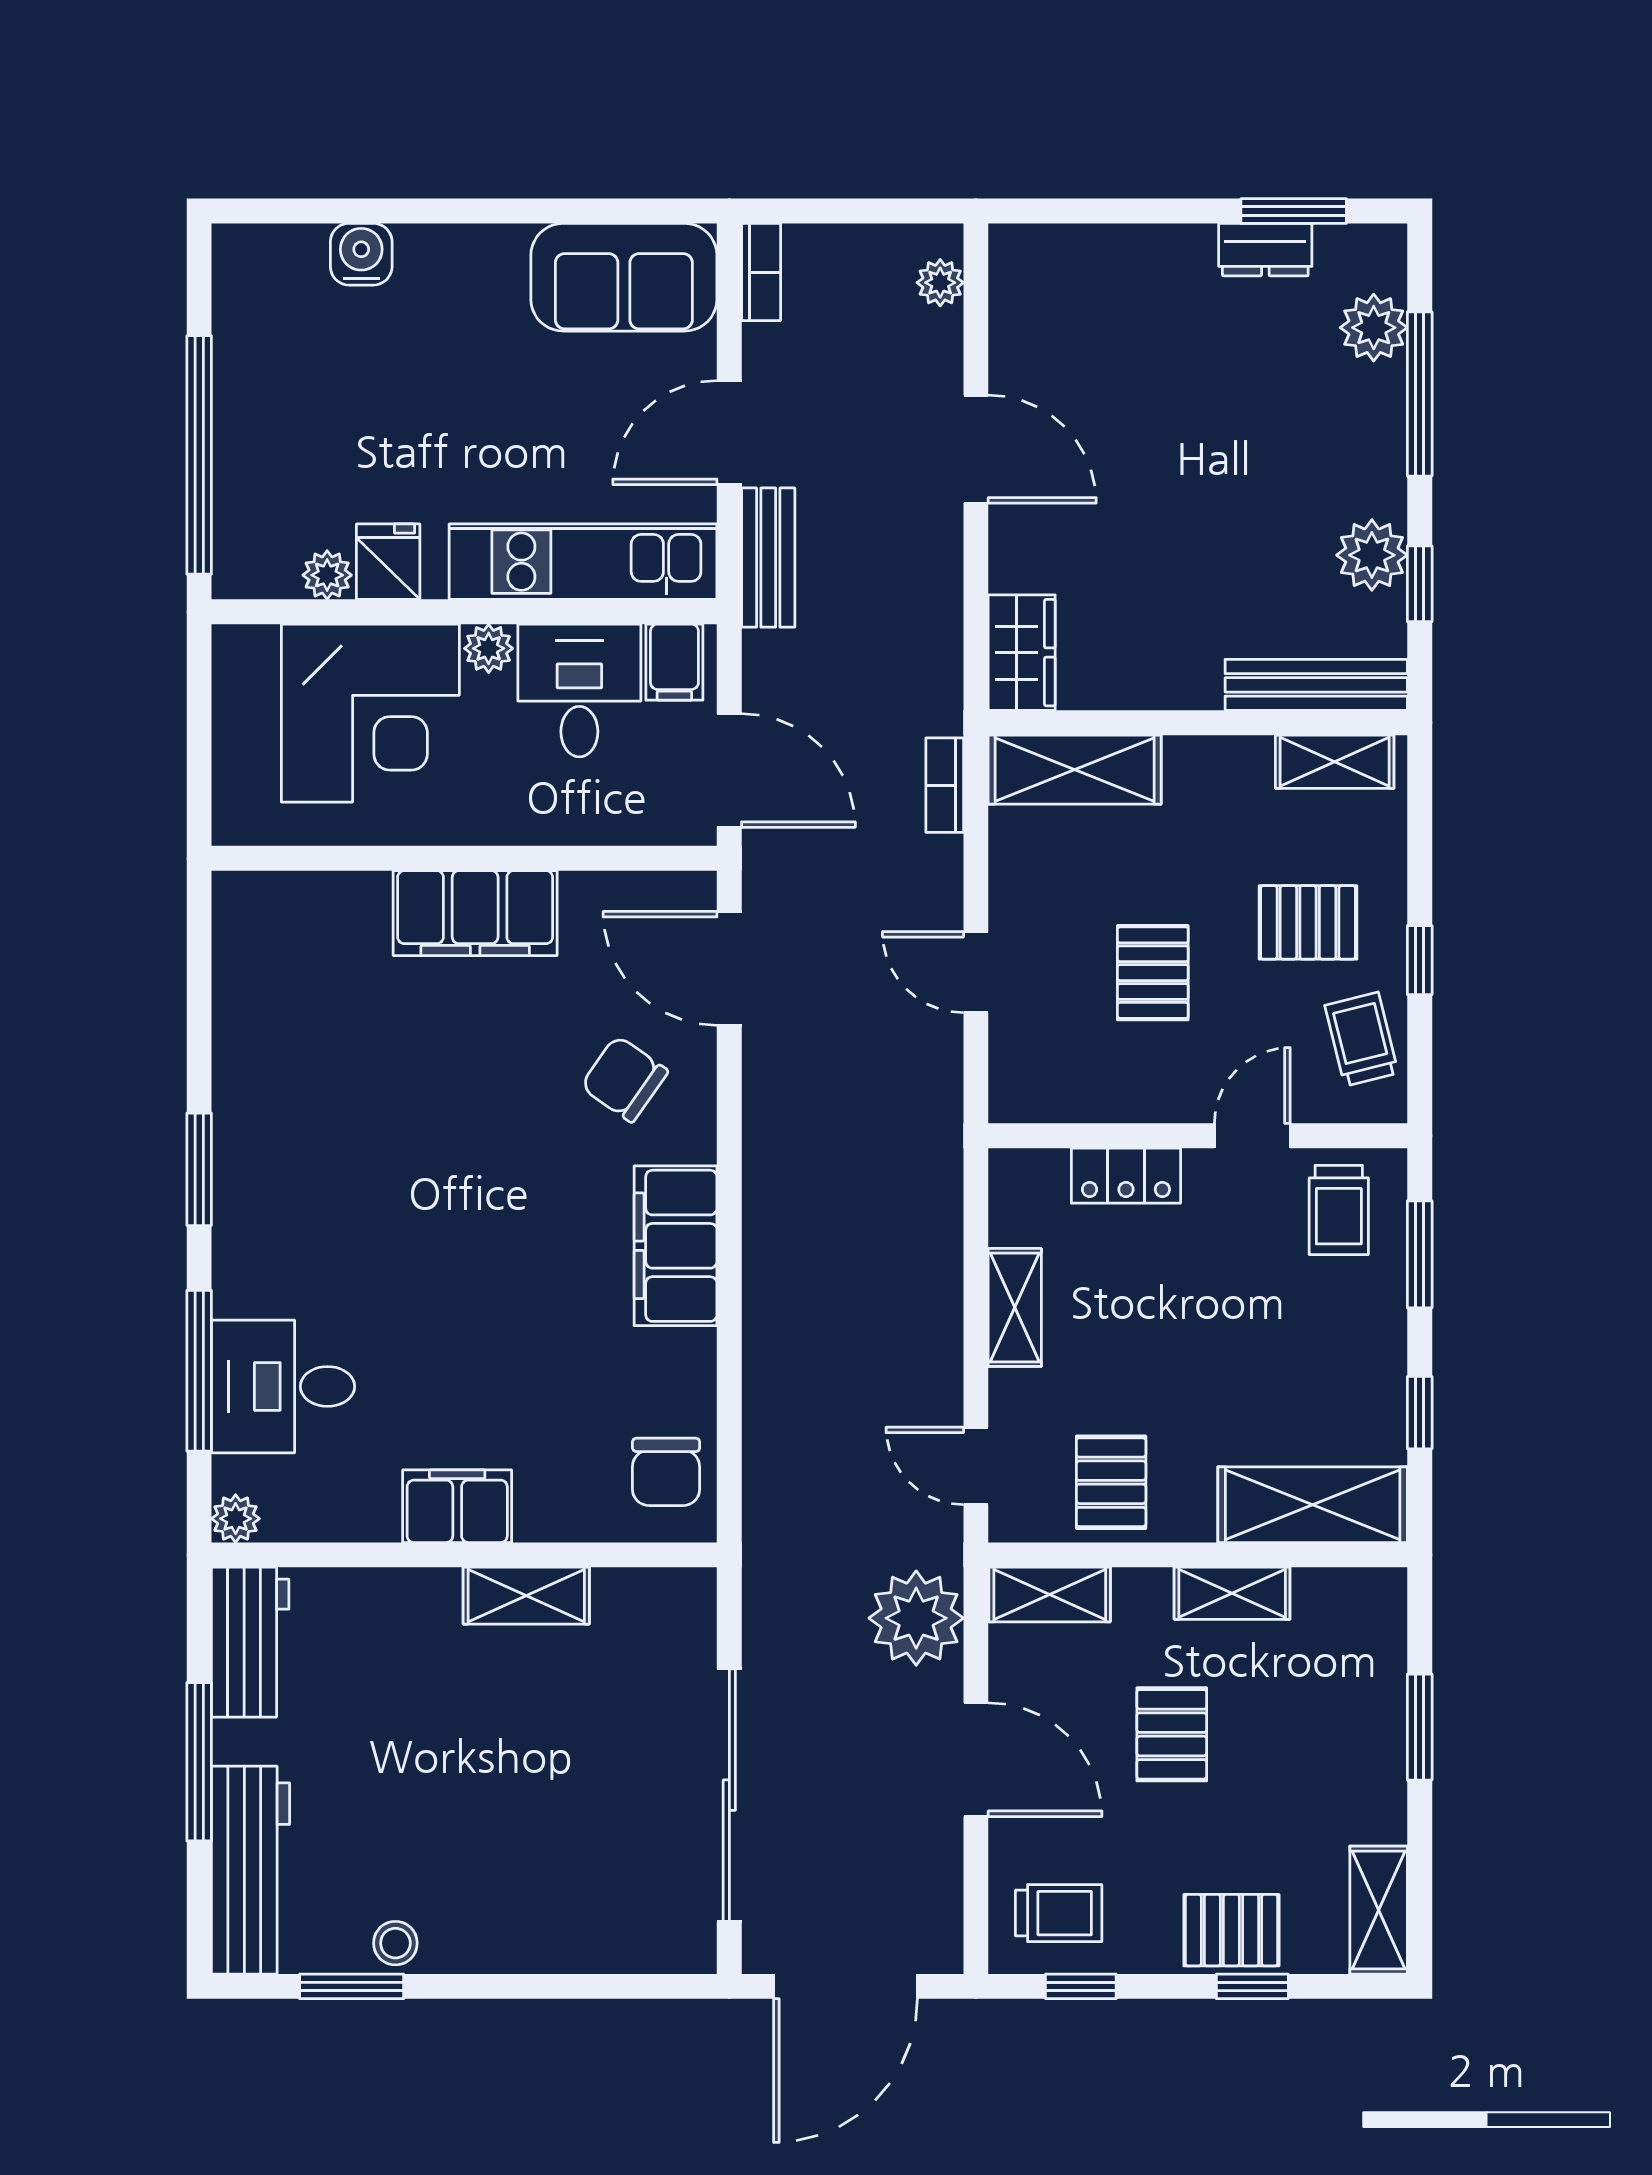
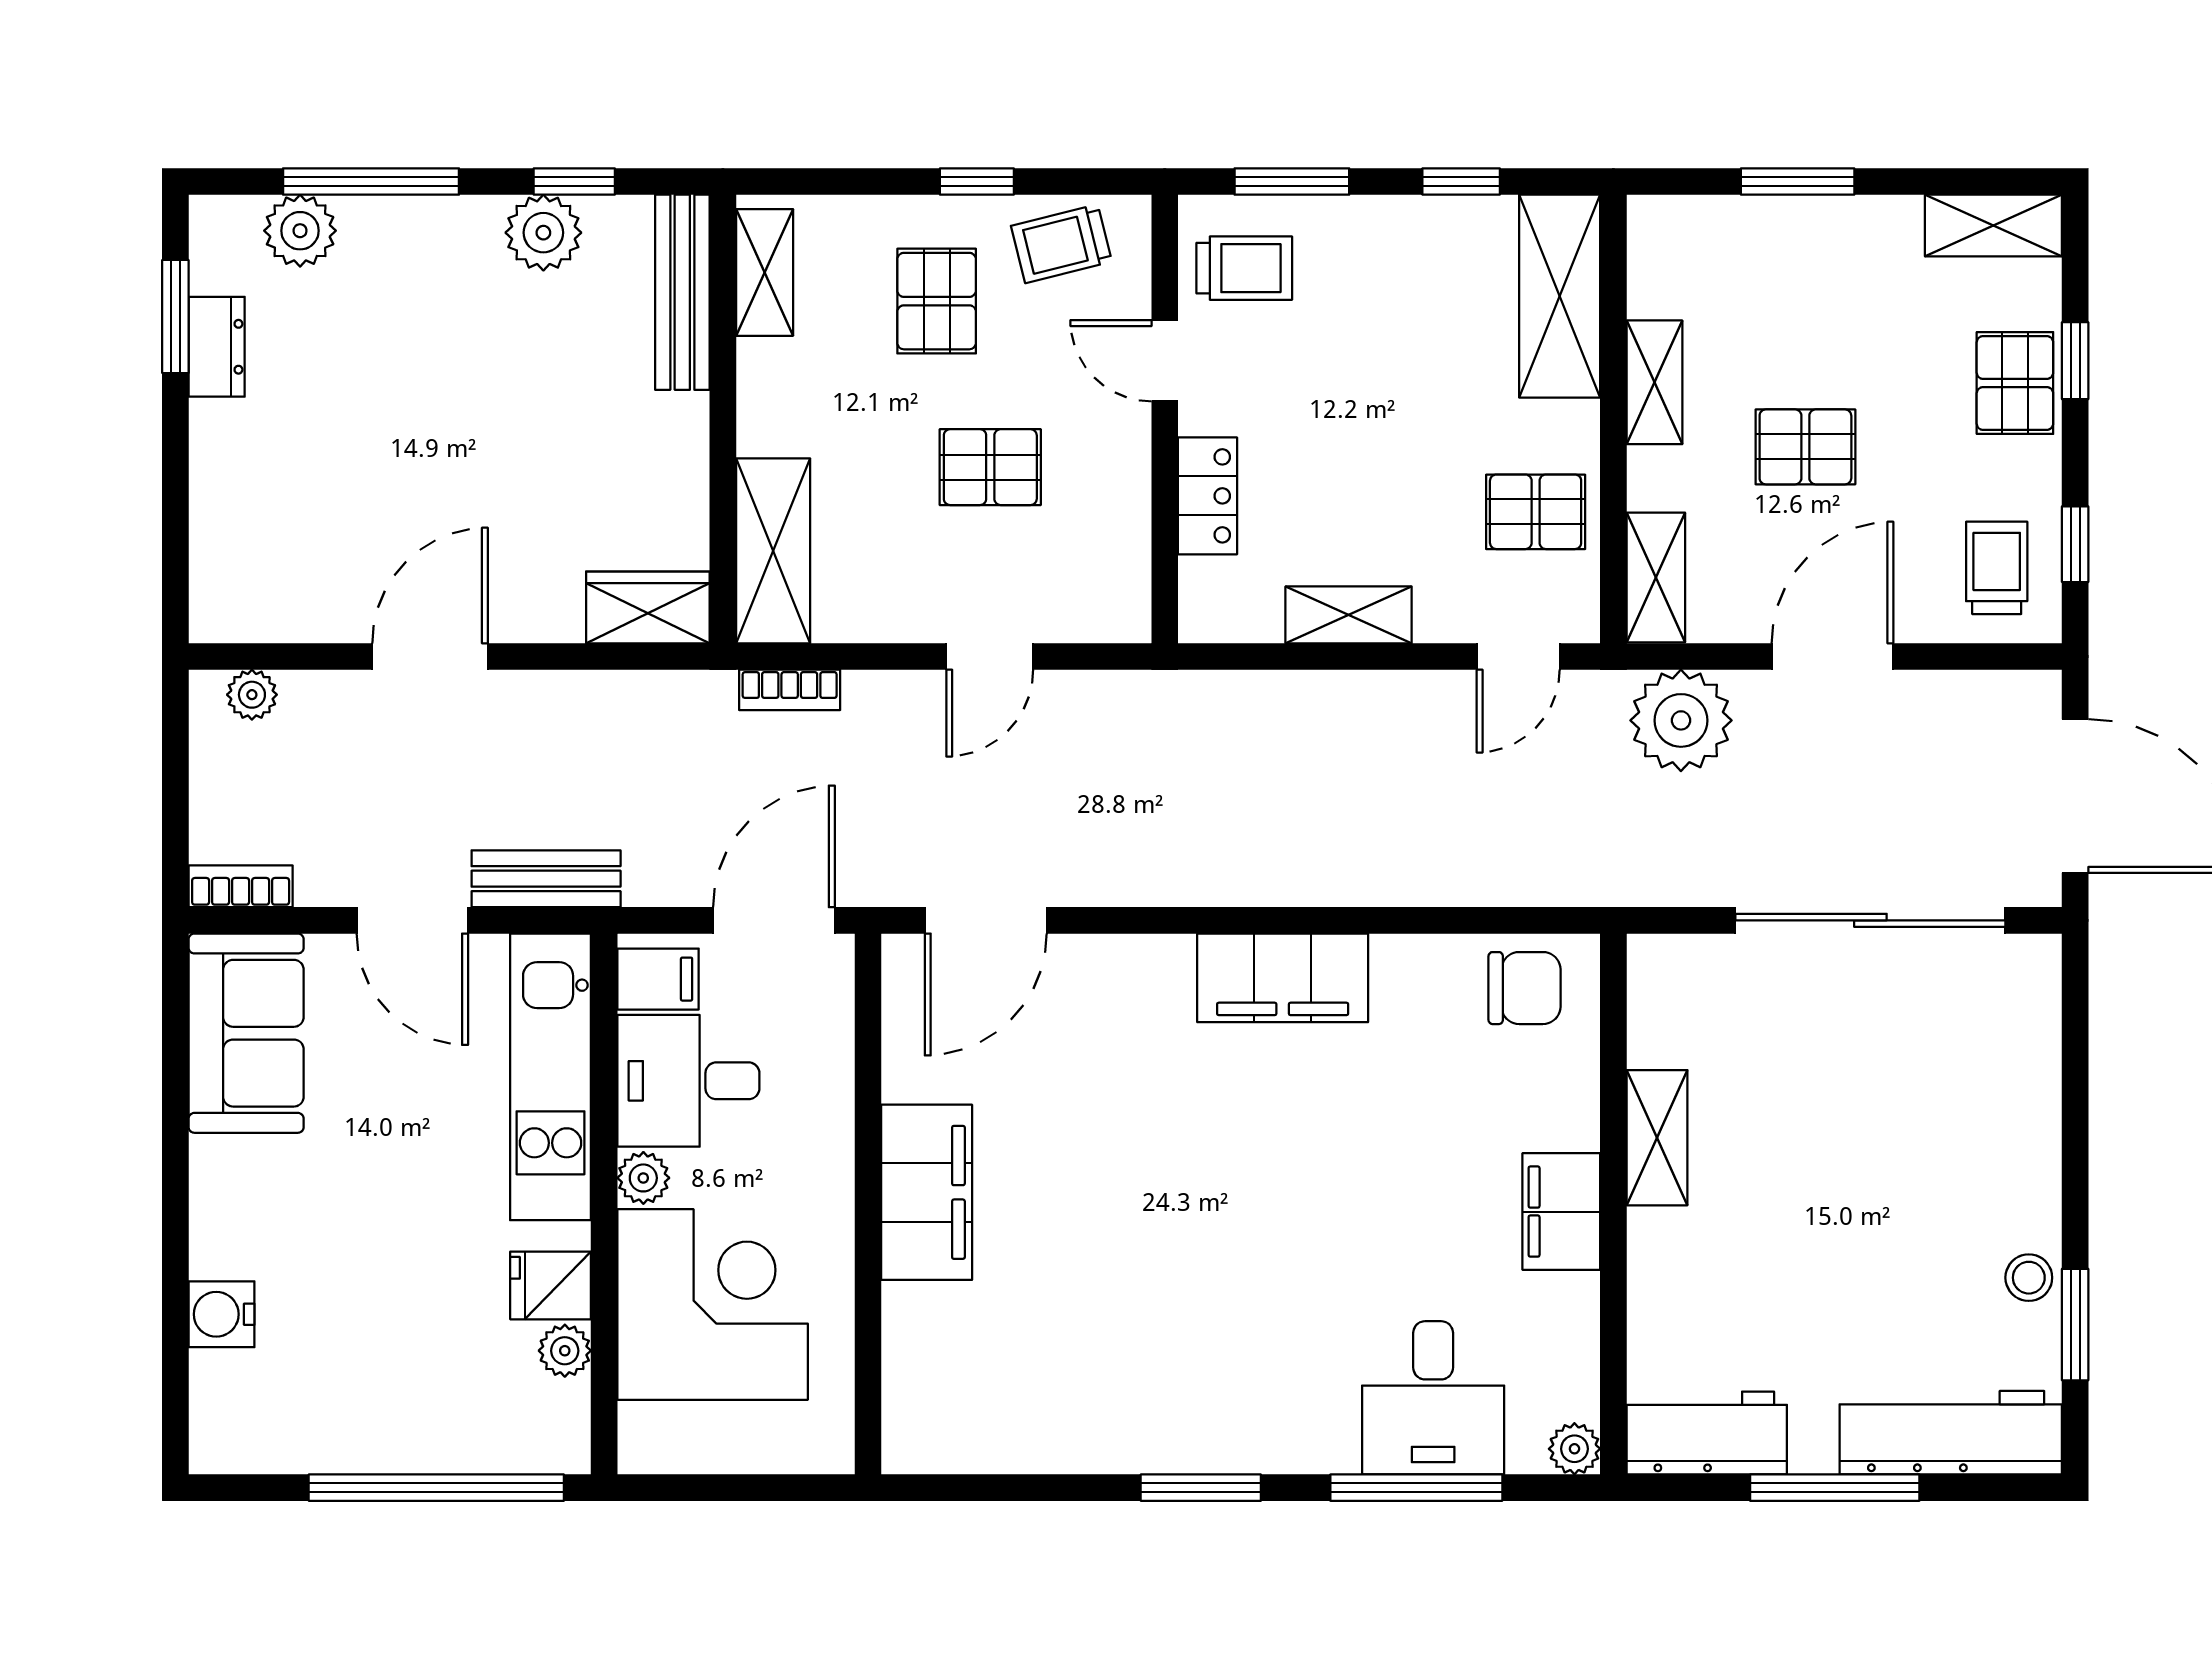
chair: (624, 1079) -> (1104, 1033), removed

